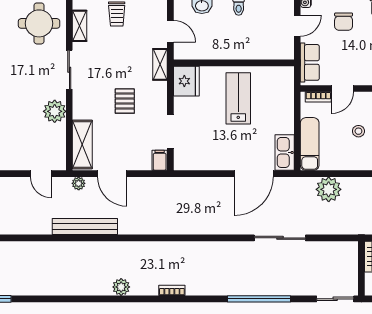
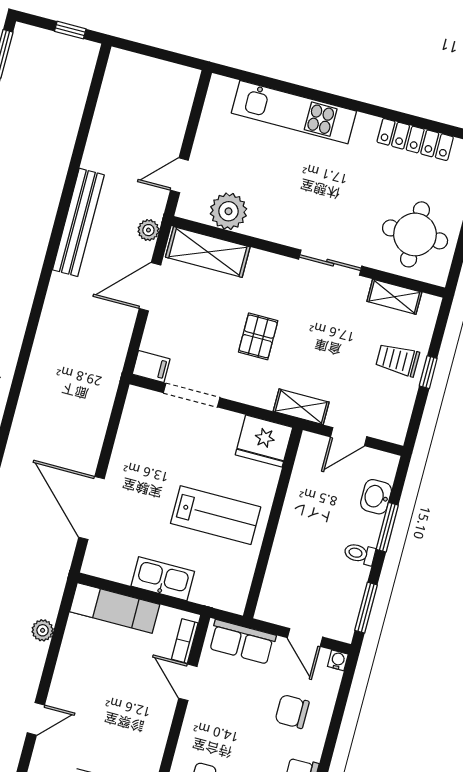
pallet: (125, 101) -> (258, 336), turned 90
plant: (55, 111) -> (228, 211), moved
stool: (358, 131) -> (115, 690), removed
kitchen sink: (285, 152) -> (163, 579), moved
plant: (329, 189) -> (43, 630), width x0.53, depth x0.53

